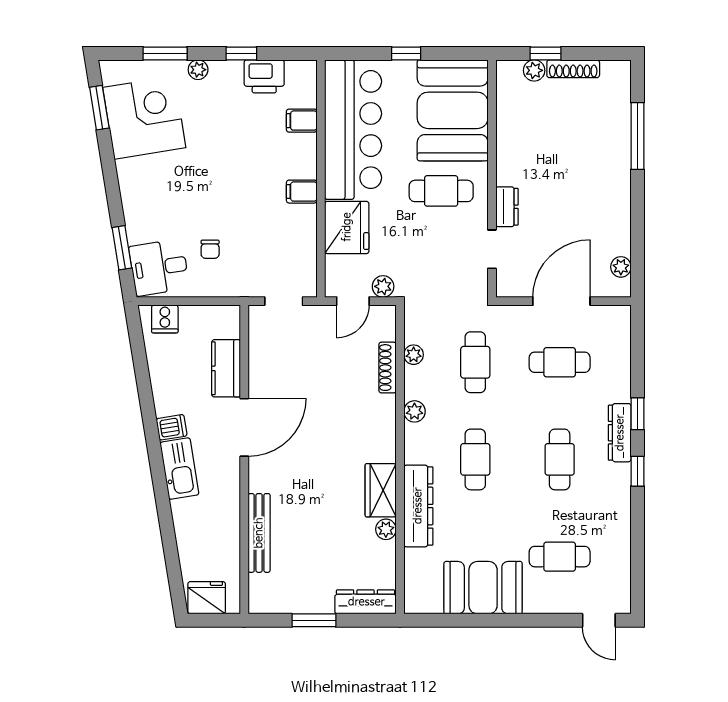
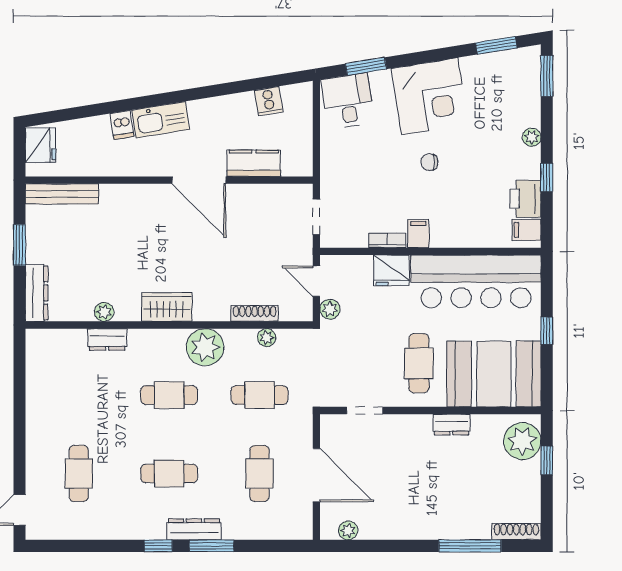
window: (165, 53) -> (547, 76), moved
shoe rack: (573, 69) -> (516, 532), moved, turned 90
plant: (534, 70) -> (522, 441), width x1.88, depth x1.88
corner desk: (144, 118) -> (430, 96), moved
filing cabinet: (302, 121) -> (527, 230), moved, turned -90
dresser: (507, 207) -> (451, 425), moved
bookcase: (309, 225) -> (387, 240), added
fridge: (347, 227) -> (391, 270), width x0.73, depth x0.75
chair: (210, 249) -> (429, 162), moved
cooker: (165, 319) -> (269, 101), moved, turned -99
plant: (414, 411) -> (205, 347), width x1.88, depth x1.88
window: (637, 414) -> (212, 546), width x1.50
dishwasher: (172, 427) -> (122, 125), moved
wardrobe: (381, 490) -> (167, 307), moved
dresser: (418, 506) -> (107, 339), width x0.51, depth x0.80
bench: (259, 533) -> (62, 194), moved
booth: (483, 588) -> (50, 402), removed

